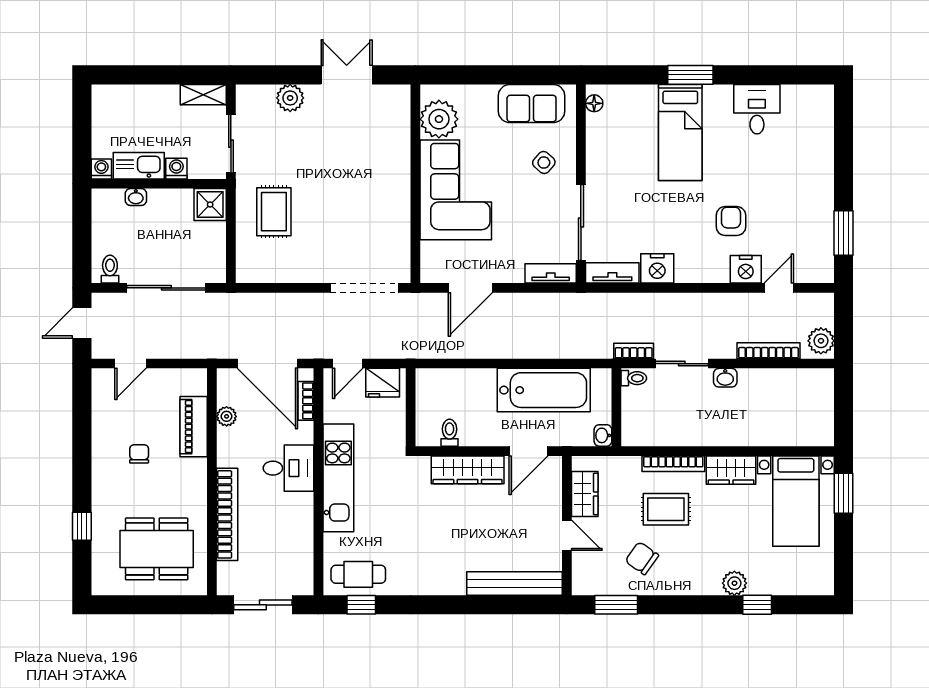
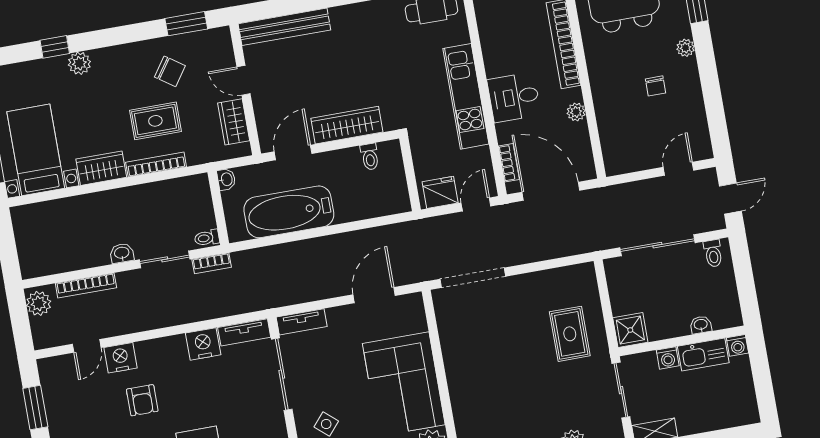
plant: (227, 416) -> (576, 112), moved
piano: (194, 427) -> (609, 120), removed
plant: (101, 488) -> (686, 48), added

